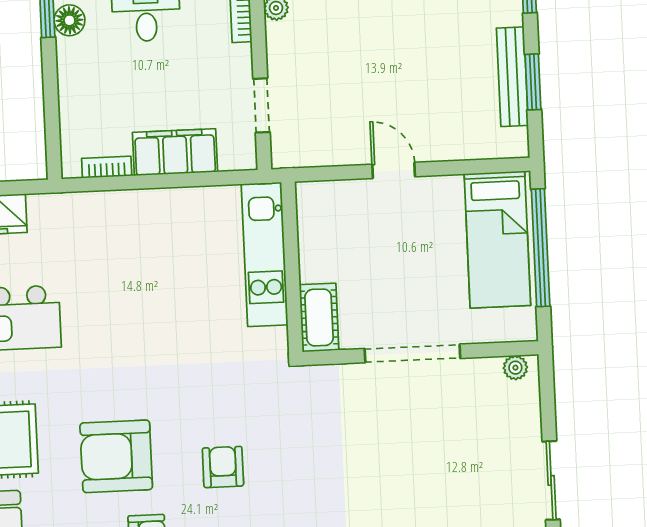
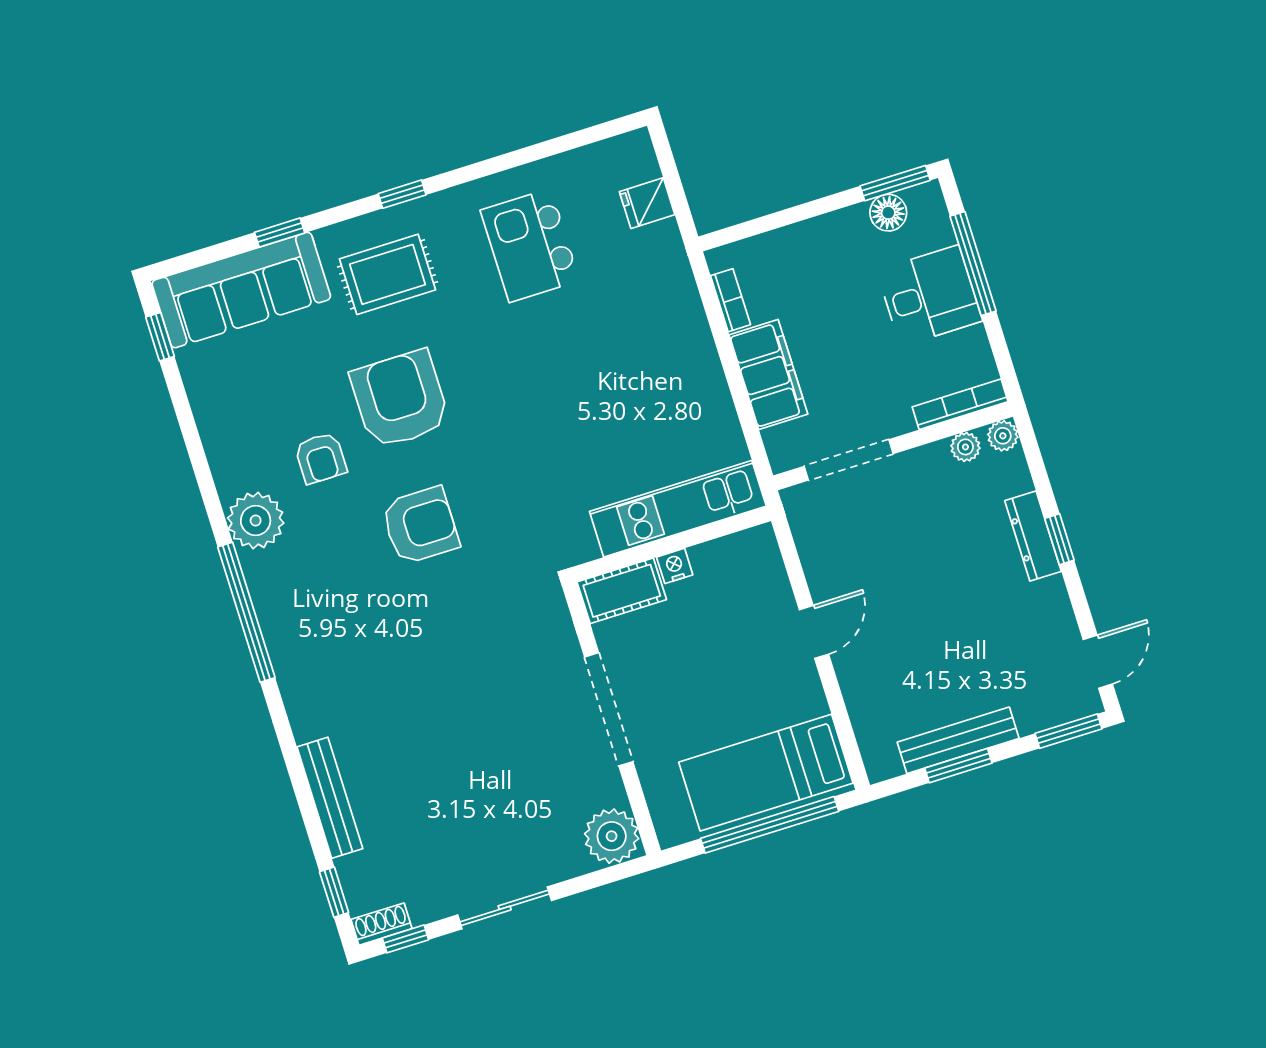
doorway: (262, 105) -> (849, 460), width x1.38
nightstand: (310, 269) -> (675, 566), added
plant: (515, 368) -> (612, 836), width x1.88, depth x1.88
armchair: (223, 467) -> (420, 526), width x1.38, depth x1.38

